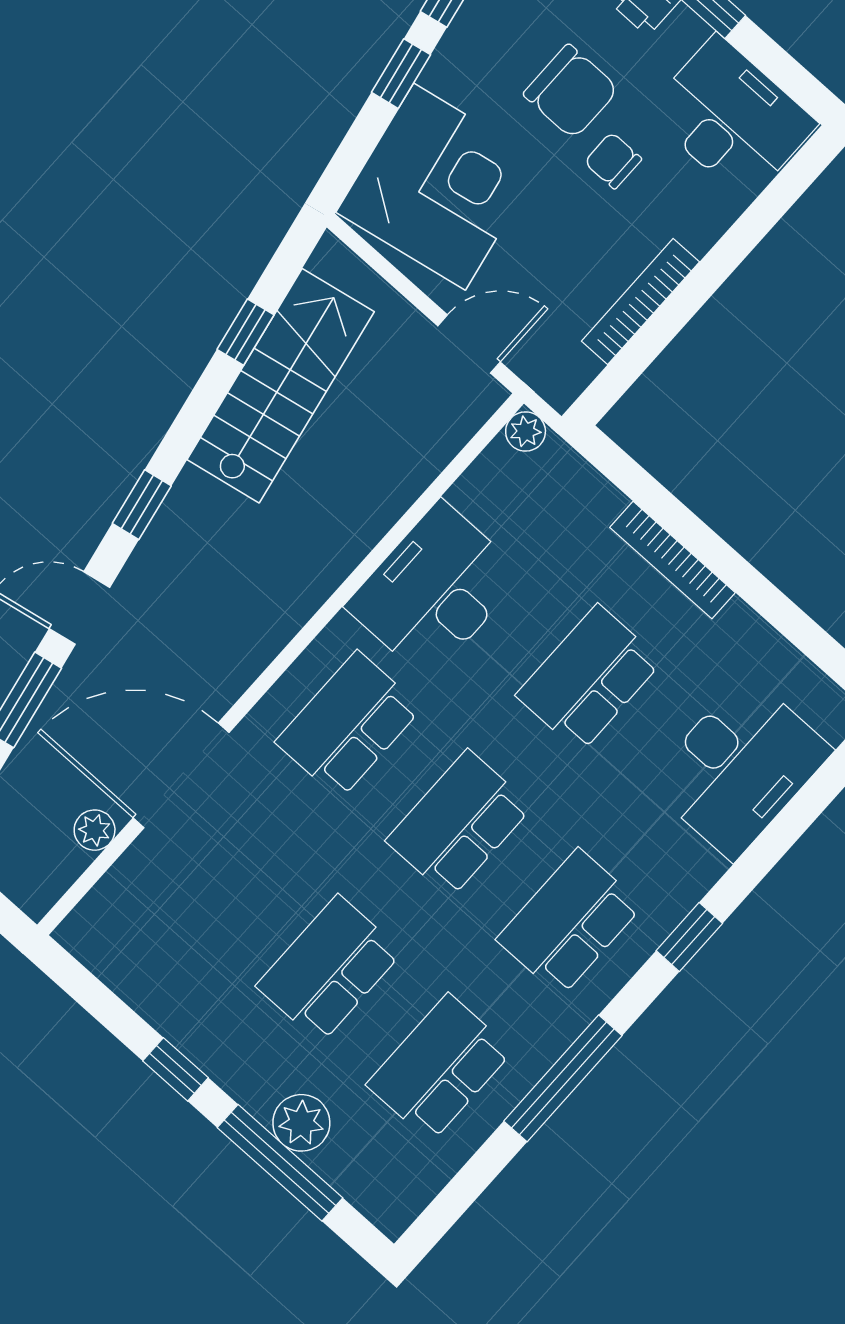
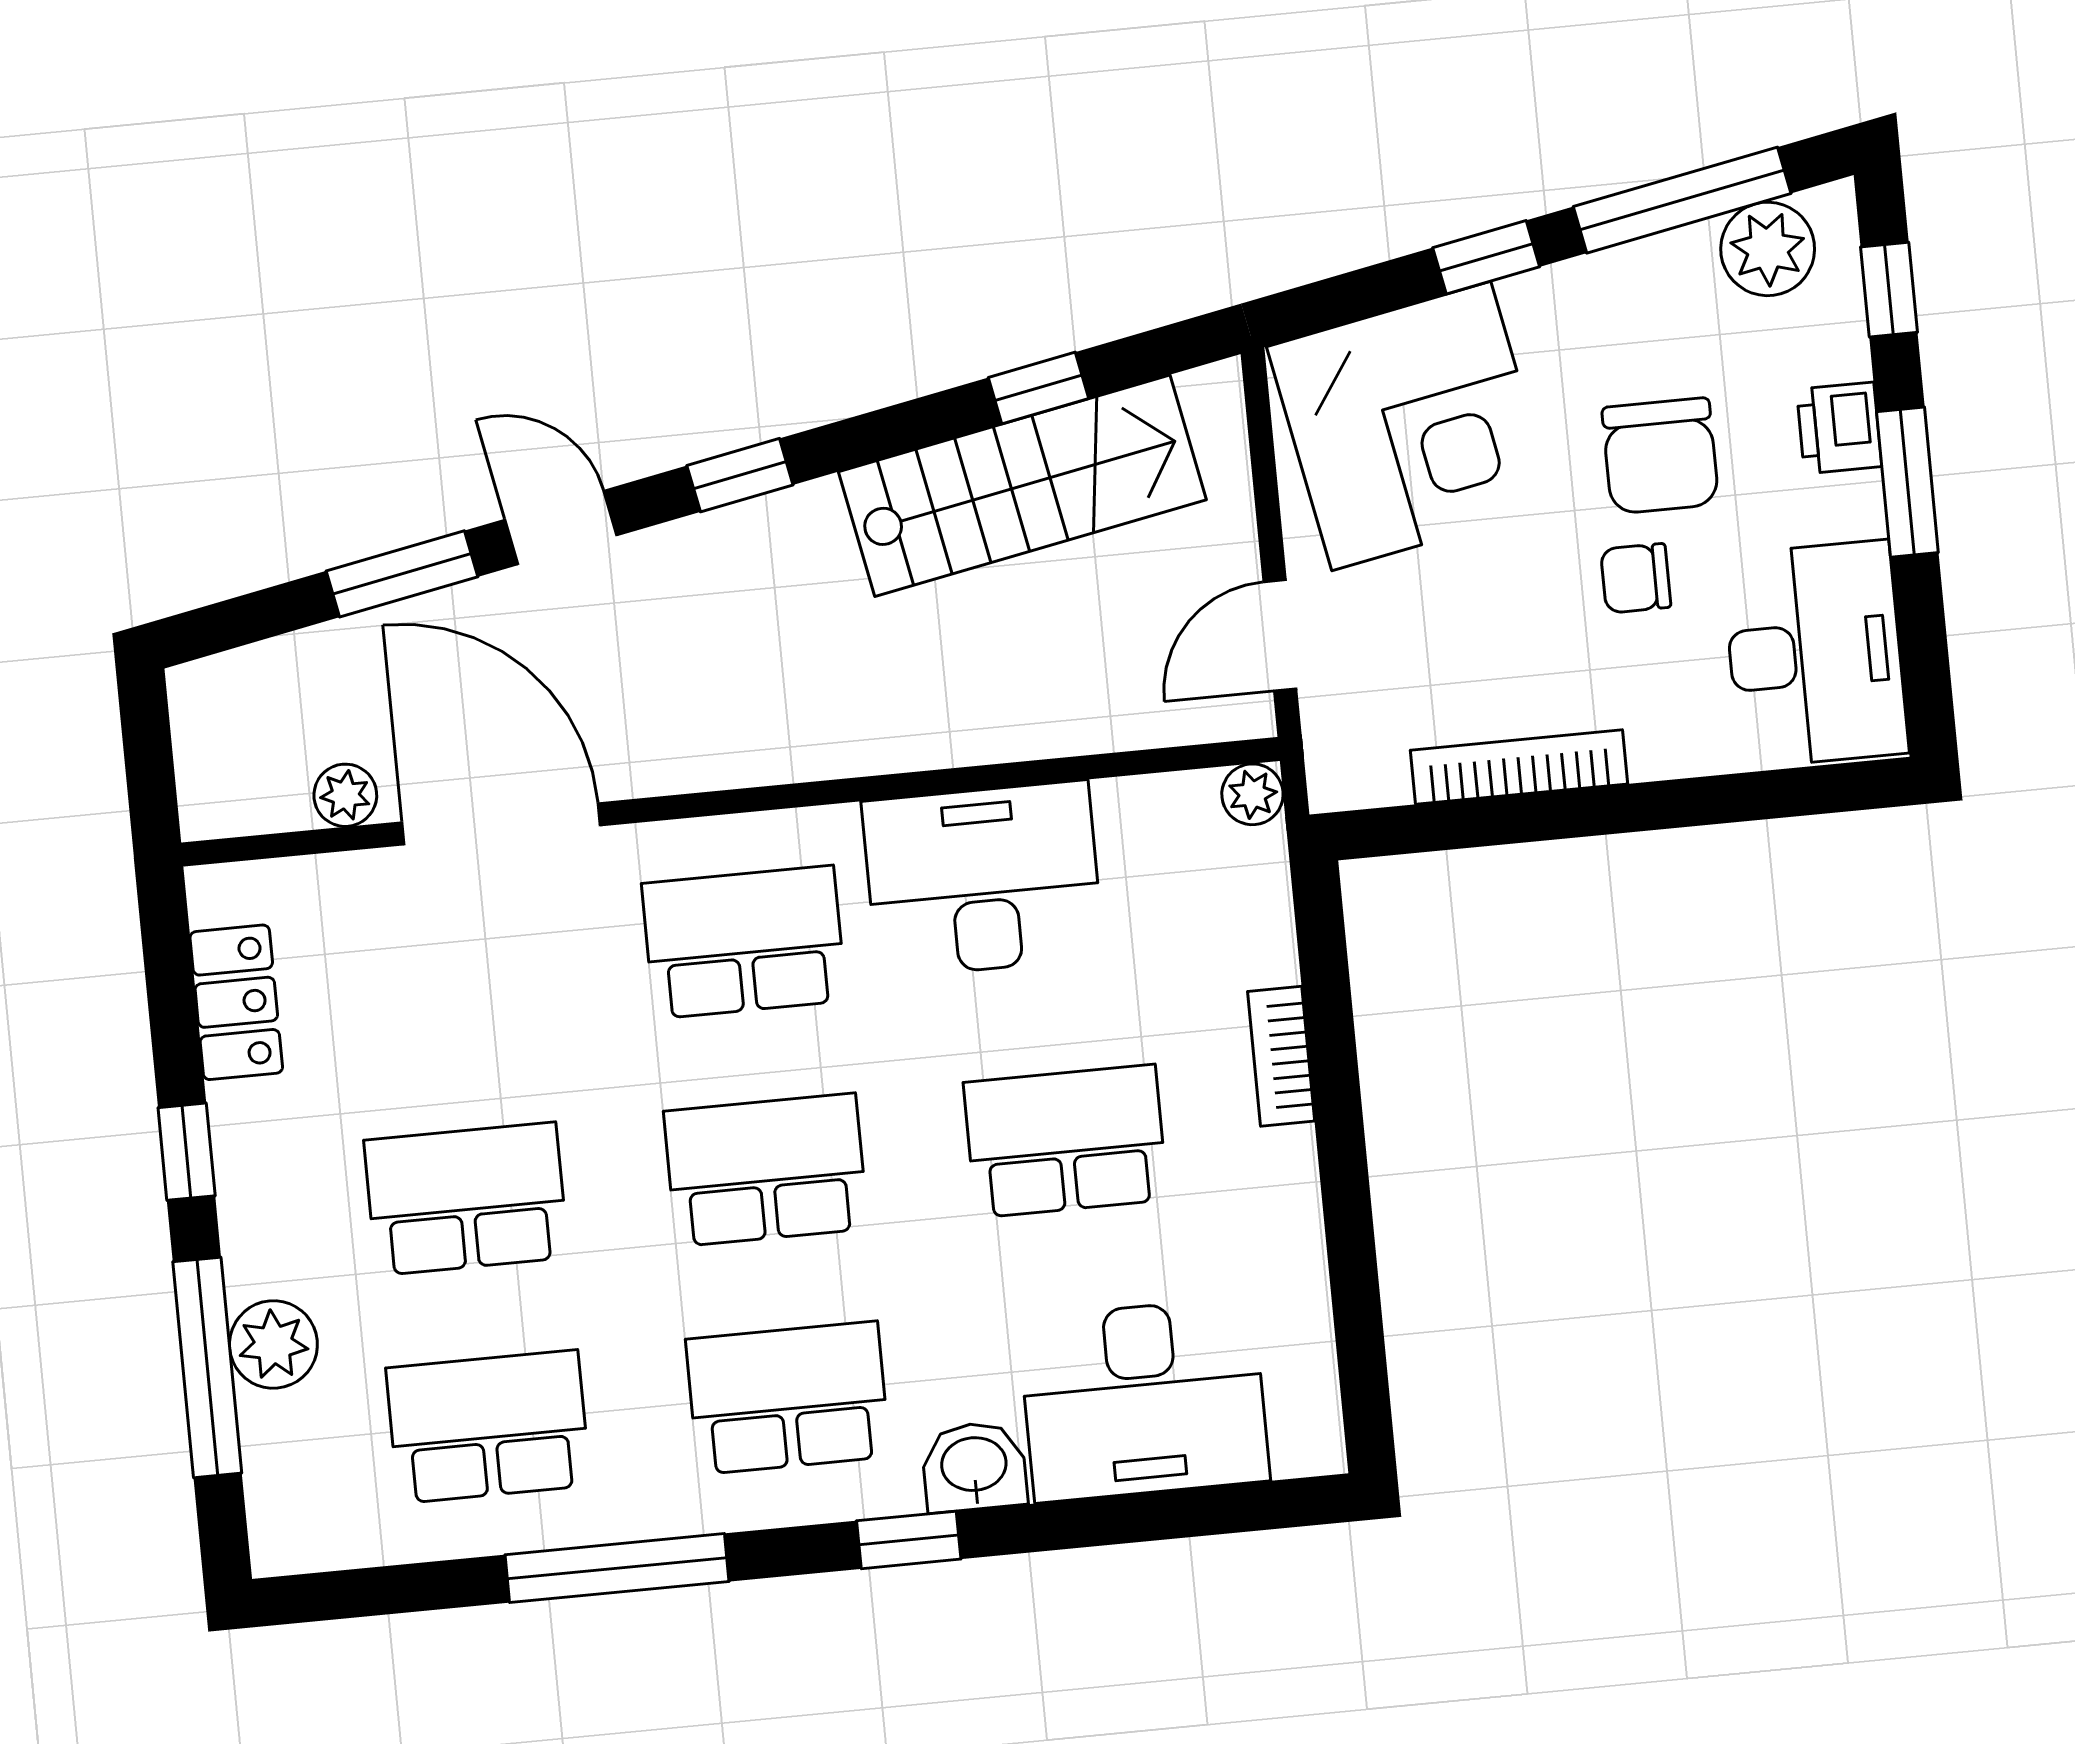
chair: (613, 161) -> (1636, 578), turned -90
door: (469, 344) -> (1280, 635), swing flipped
bookcase: (673, 560) -> (1281, 1056), width x0.64
washbasin: (688, 873) -> (974, 1467), added
locker: (134, 976) -> (236, 1002), added

